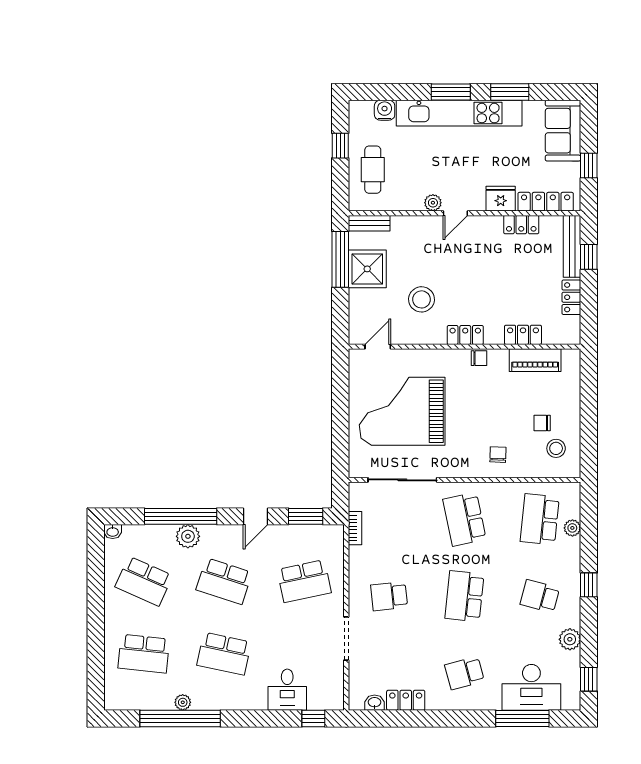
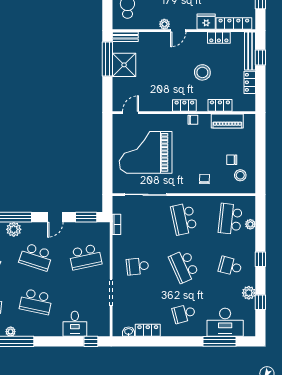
stool: (421, 299) -> (202, 72), moved
school desk: (464, 596) -> (184, 266), turned -30
window: (589, 679) -> (260, 302), moved

